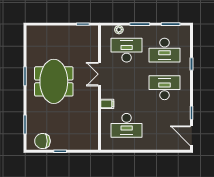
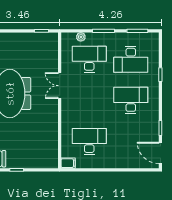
filing cabinet: (107, 104) -> (68, 163), moved
desk: (127, 125) -> (89, 142), turned 180

